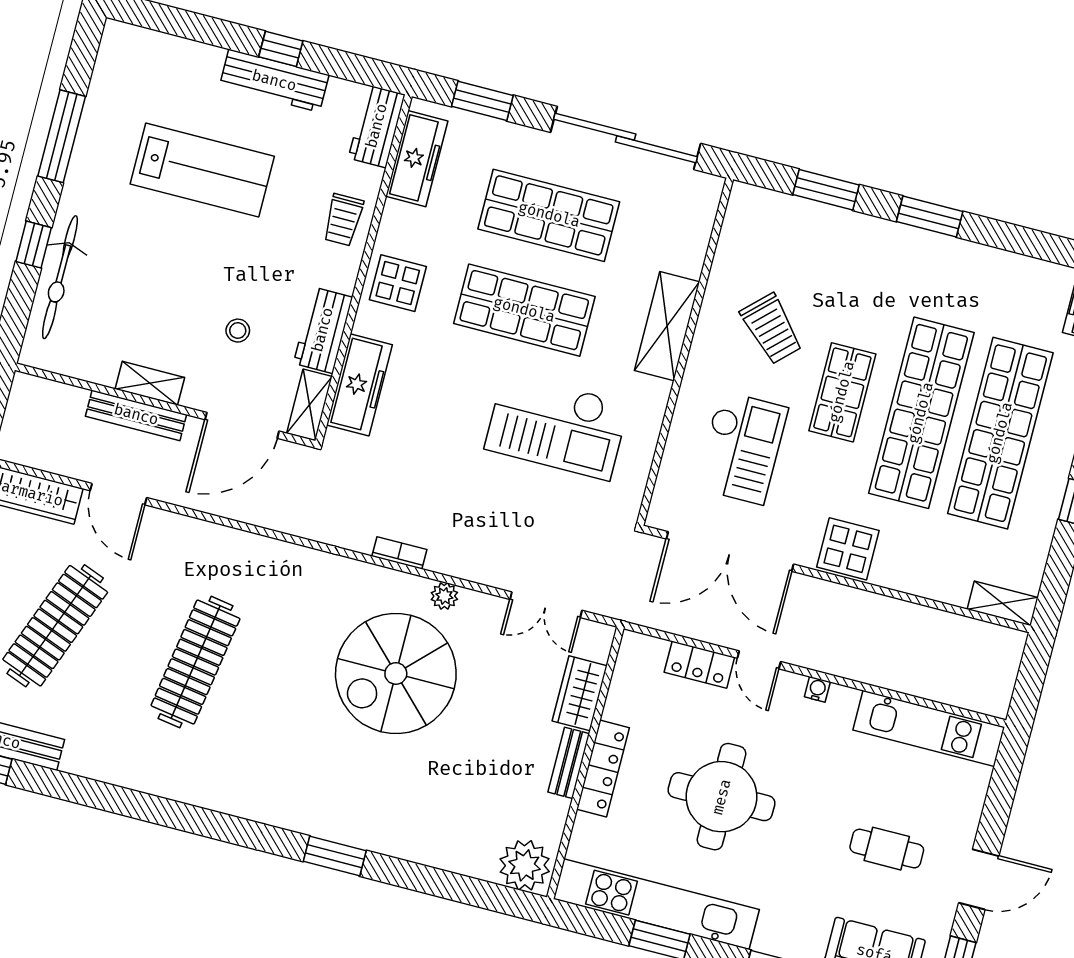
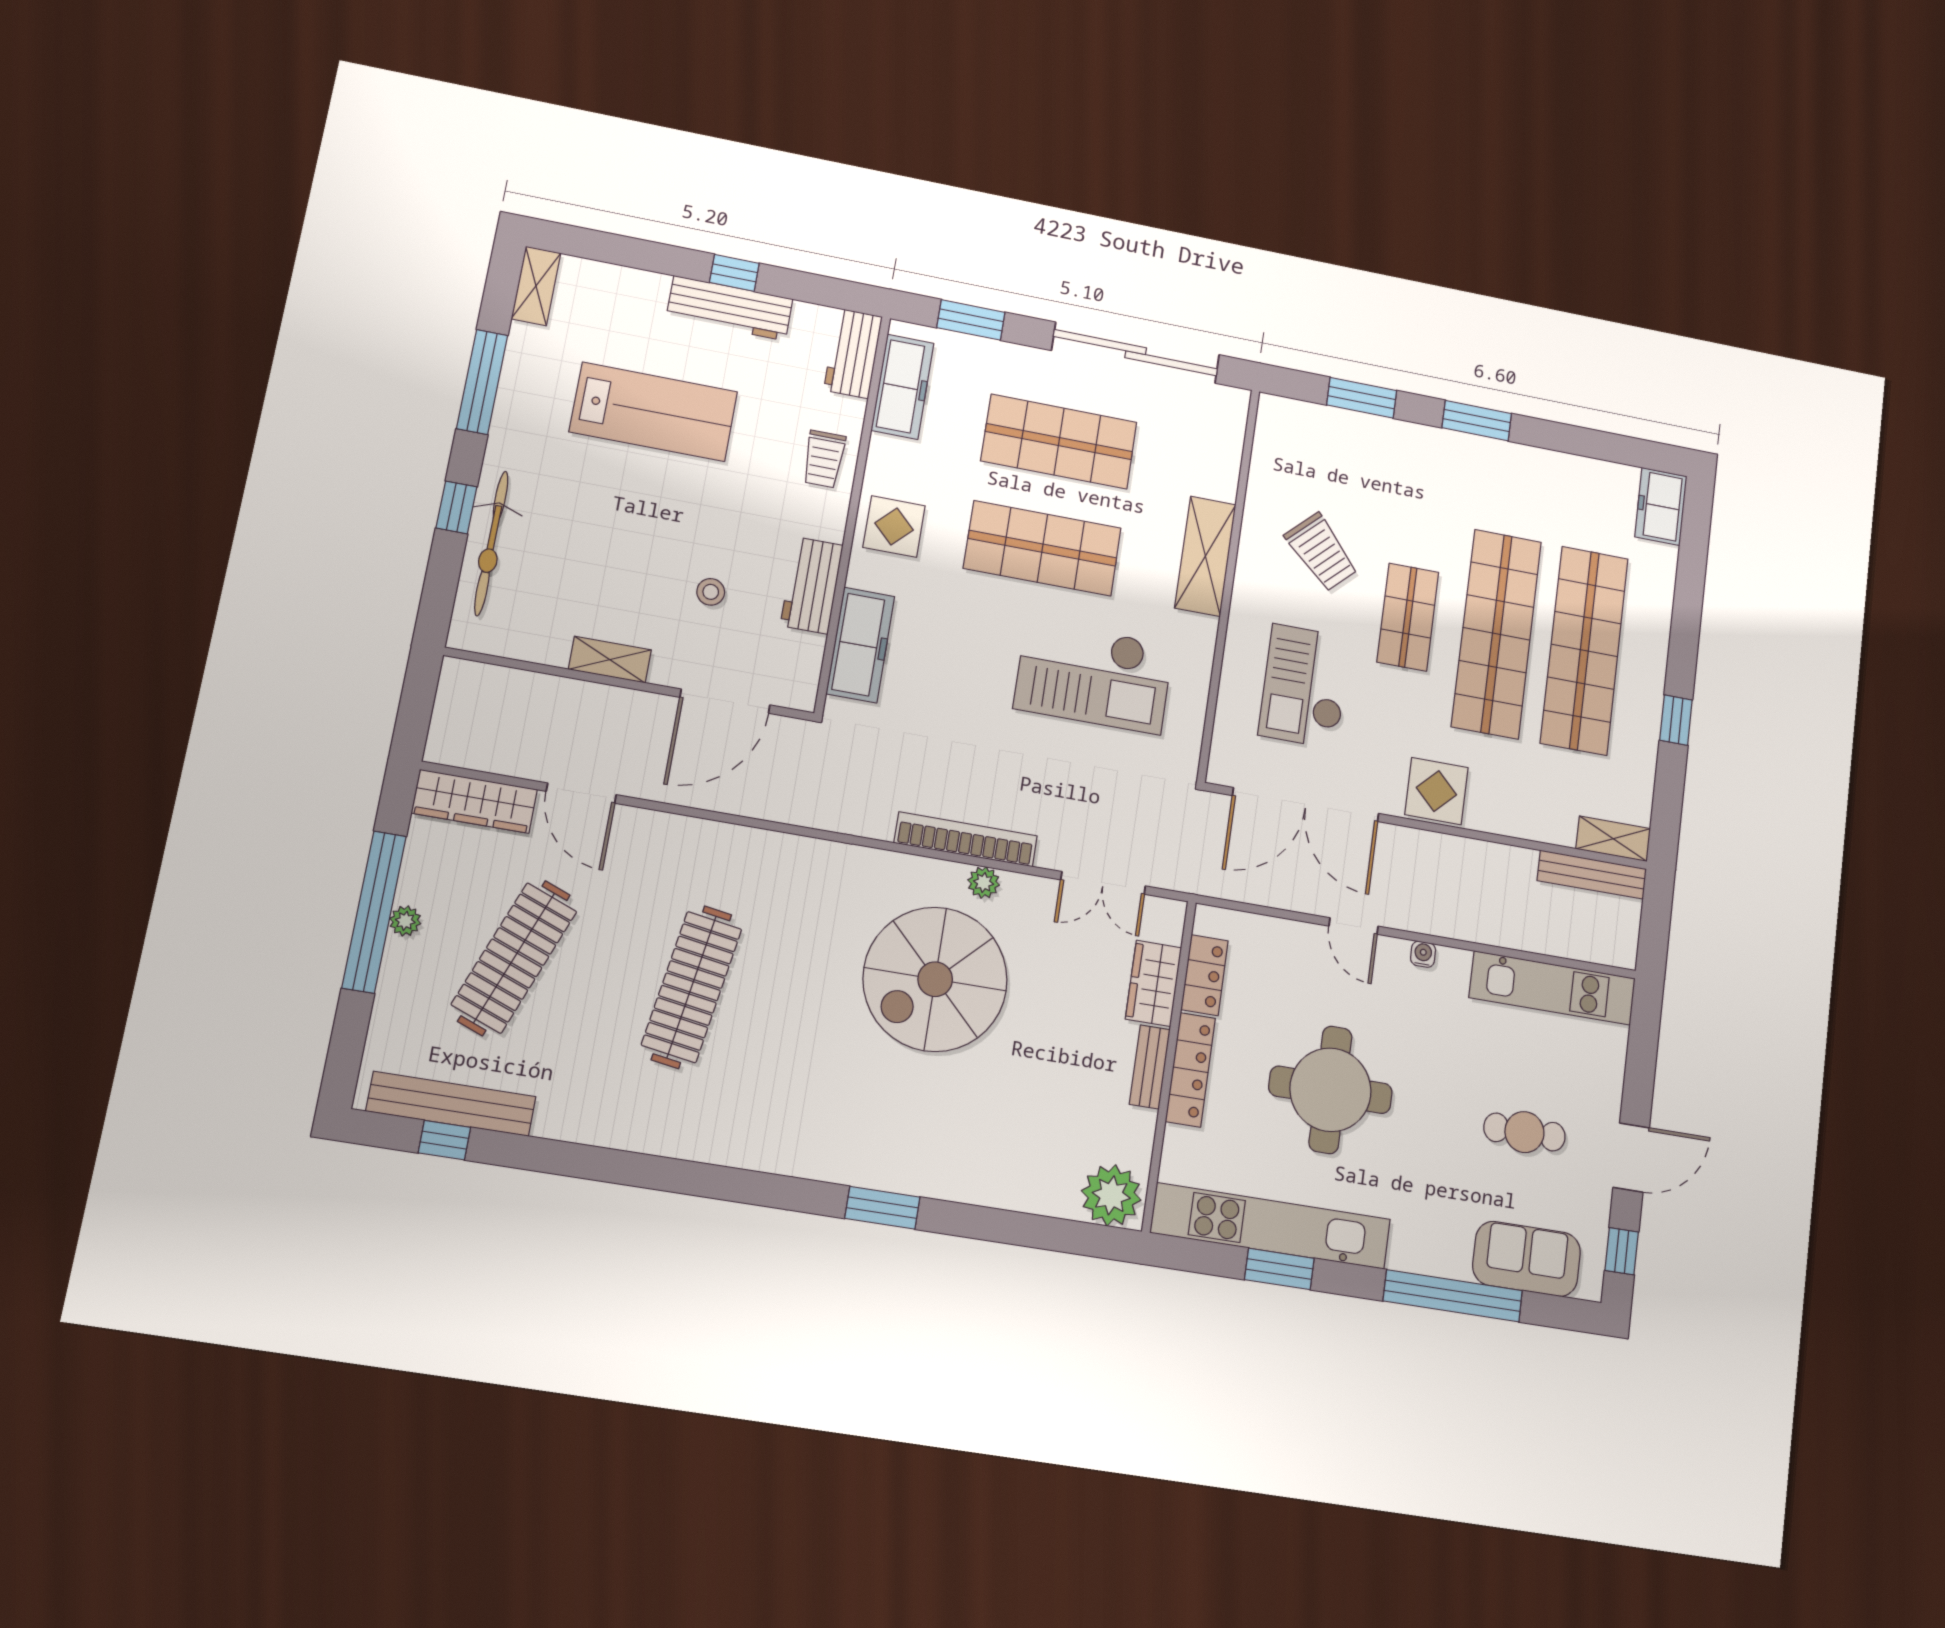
shelving: (309, 405) -> (536, 286), moved
bench: (136, 415) -> (1592, 875), moved
checkout: (742, 448) -> (1305, 686), turned 180
bookcase: (399, 553) -> (966, 839), width x2.31, depth x1.31
locker: (699, 665) -> (1205, 975), moved, turned -90

